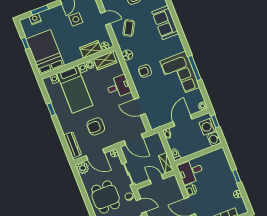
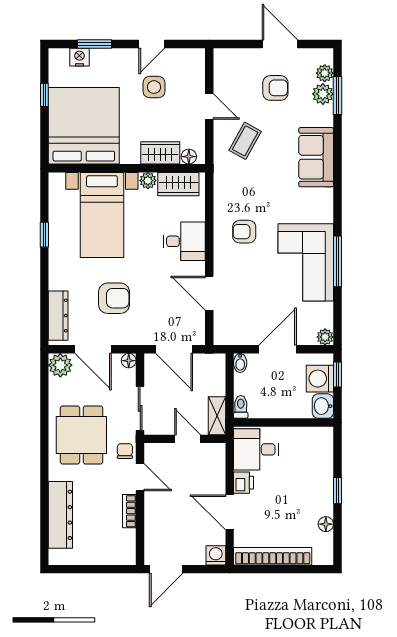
bed: (45, 52) -> (84, 126), width x1.36
floor lamp: (127, 55) -> (223, 190), removed
armchair: (96, 126) -> (114, 298), turned 180

